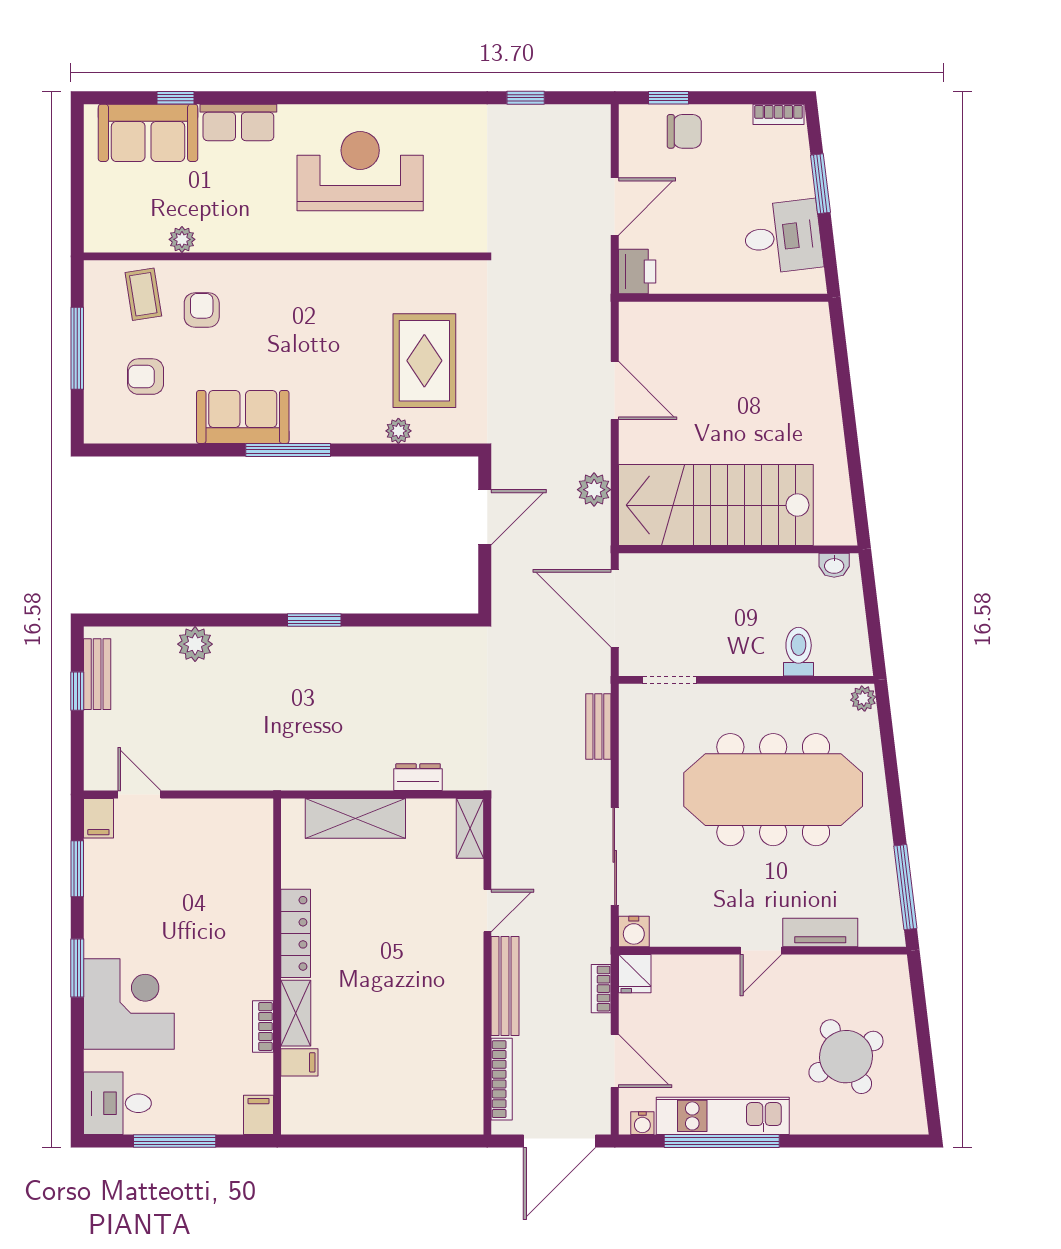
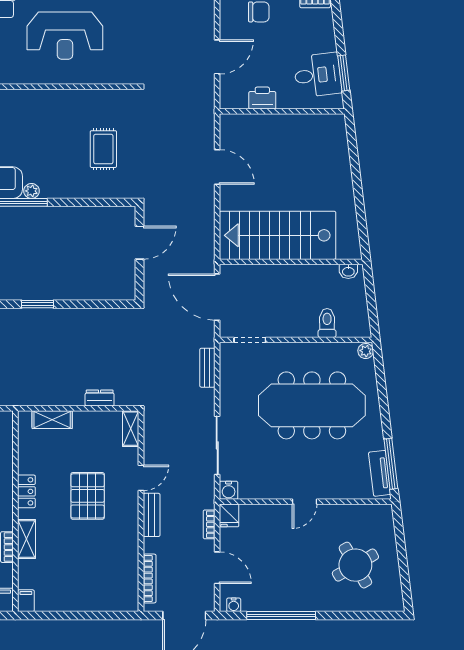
reception desk: (360, 171) -> (65, 36), turned 180
window: (820, 184) -> (344, 73), moved
printer: (637, 272) -> (262, 98), moved, turned -90
rug: (424, 361) -> (103, 149), width x0.73, depth x0.70
plant: (398, 431) -> (32, 191), moved
plant: (594, 490) -> (205, 226), removed
shelving: (355, 818) -> (52, 420), width x0.67, depth x0.75
locker: (296, 933) -> (26, 491), width x0.66
tv unit: (820, 933) -> (380, 473), moved, turned -97
pallet: (398, 941) -> (88, 496), added
bench: (505, 986) -> (152, 515), width x0.73
filing cabinet: (299, 1062) -> (26, 601), moved, turned -90
kitchen unit: (723, 1116) -> (282, 601), removed

